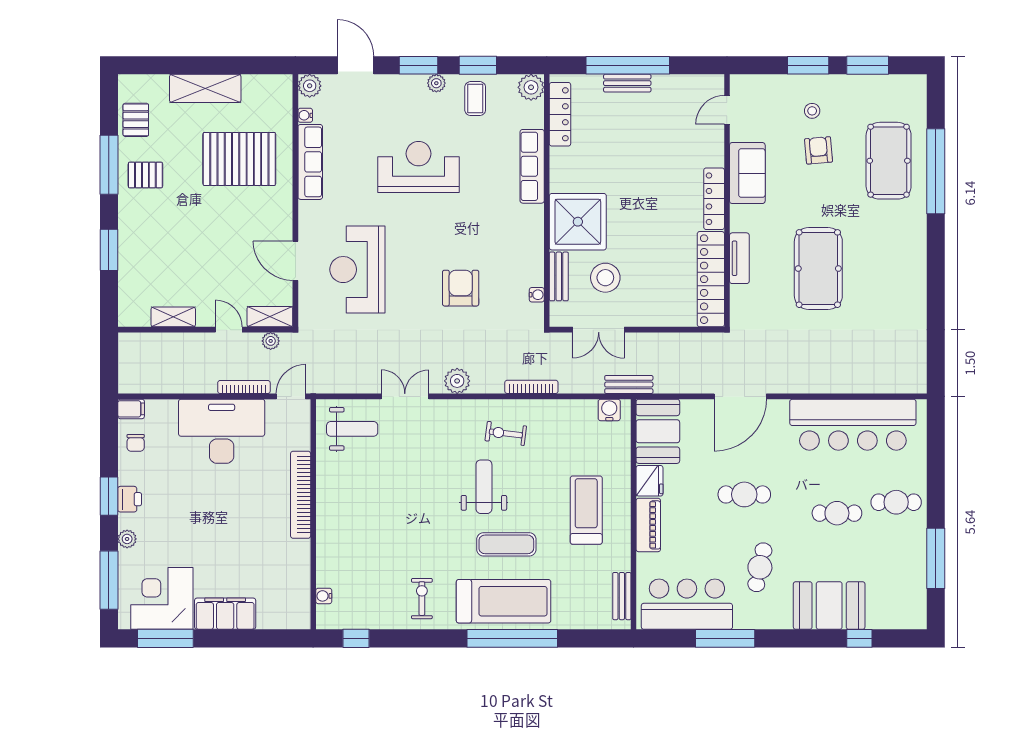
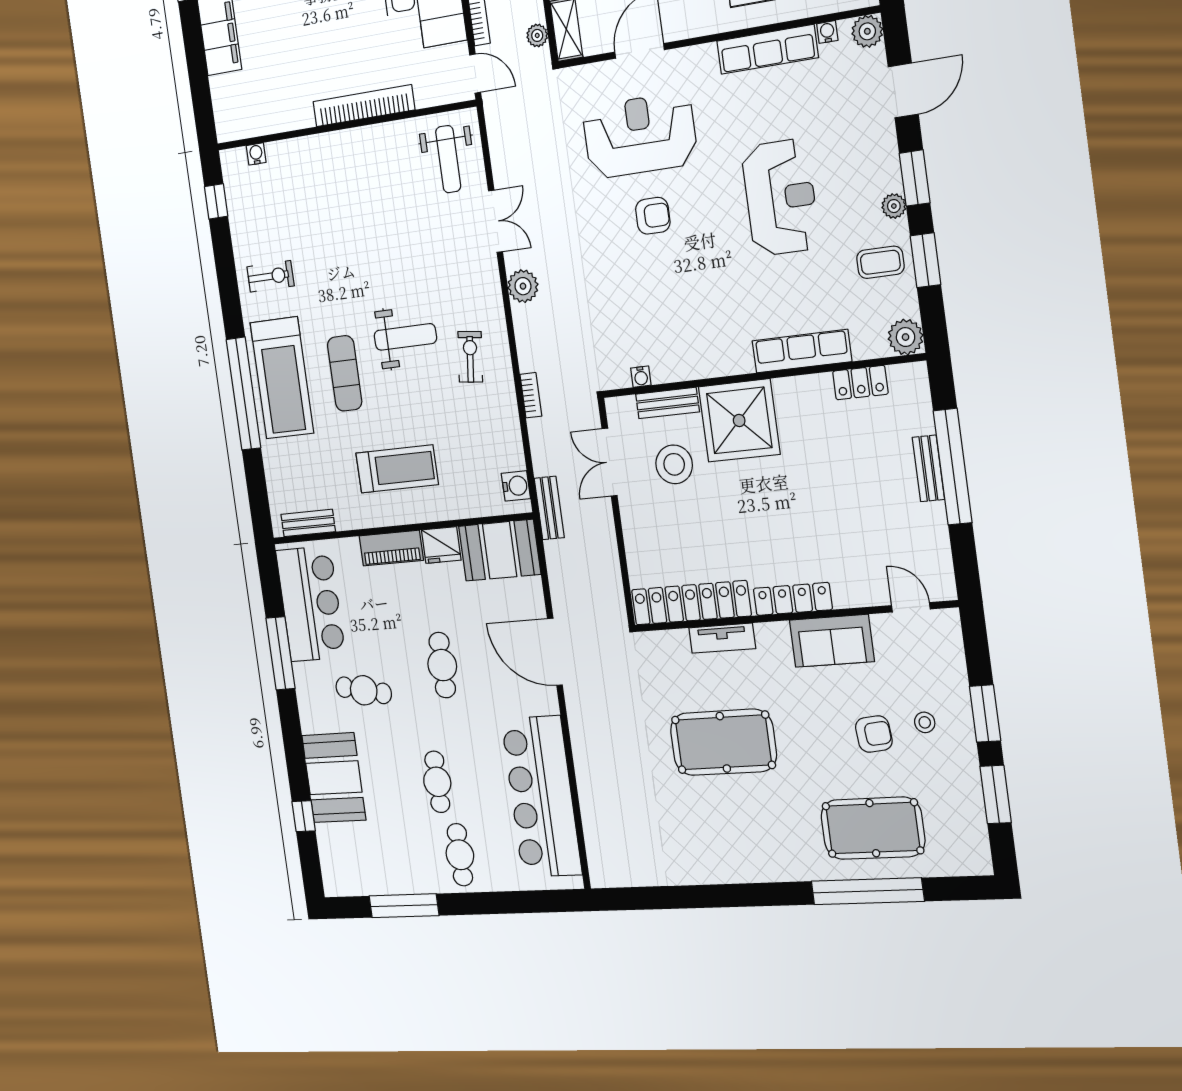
locker: (560, 114) -> (860, 383), width x0.66
armchair: (461, 288) -> (653, 216), moved, width x0.72, depth x0.72
bookcase: (531, 387) -> (531, 395), width x0.64

